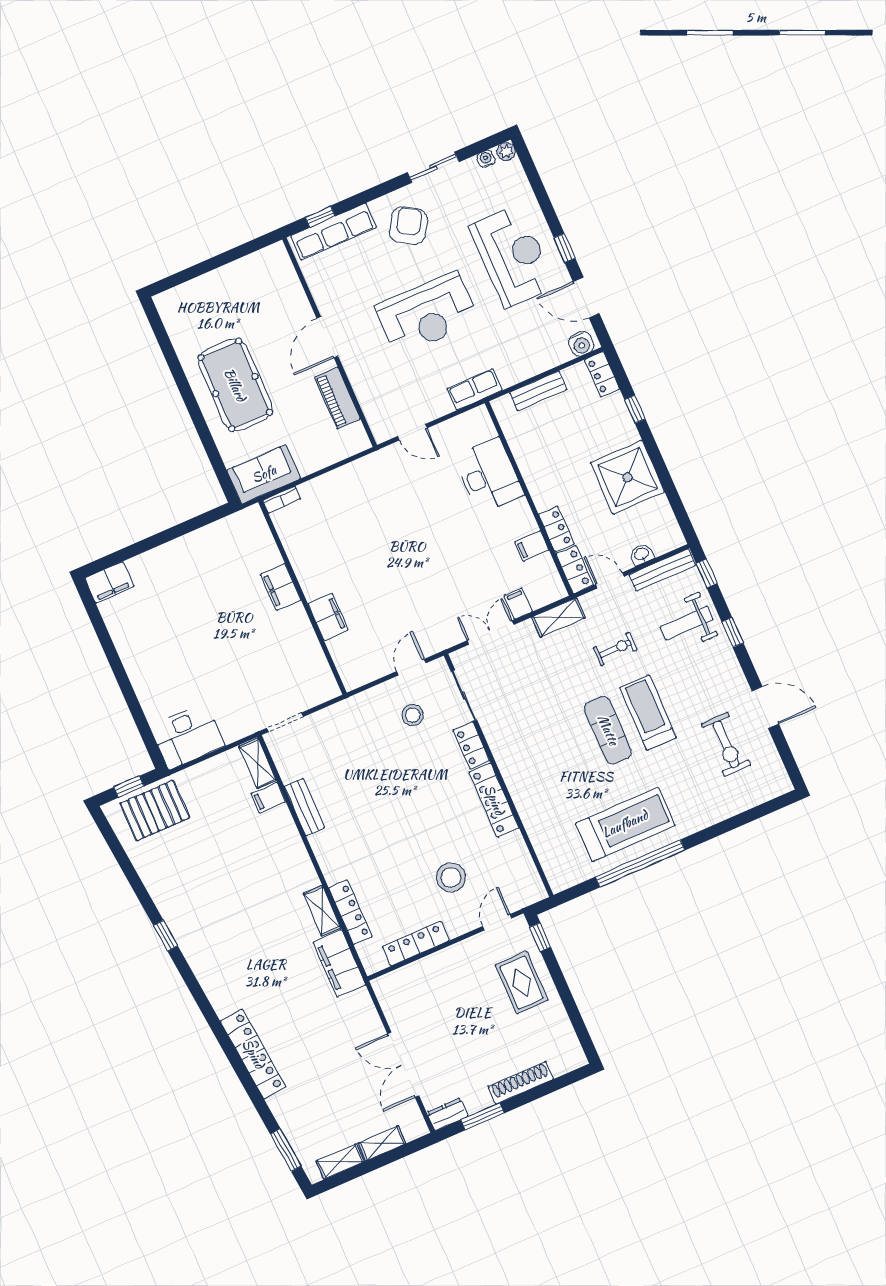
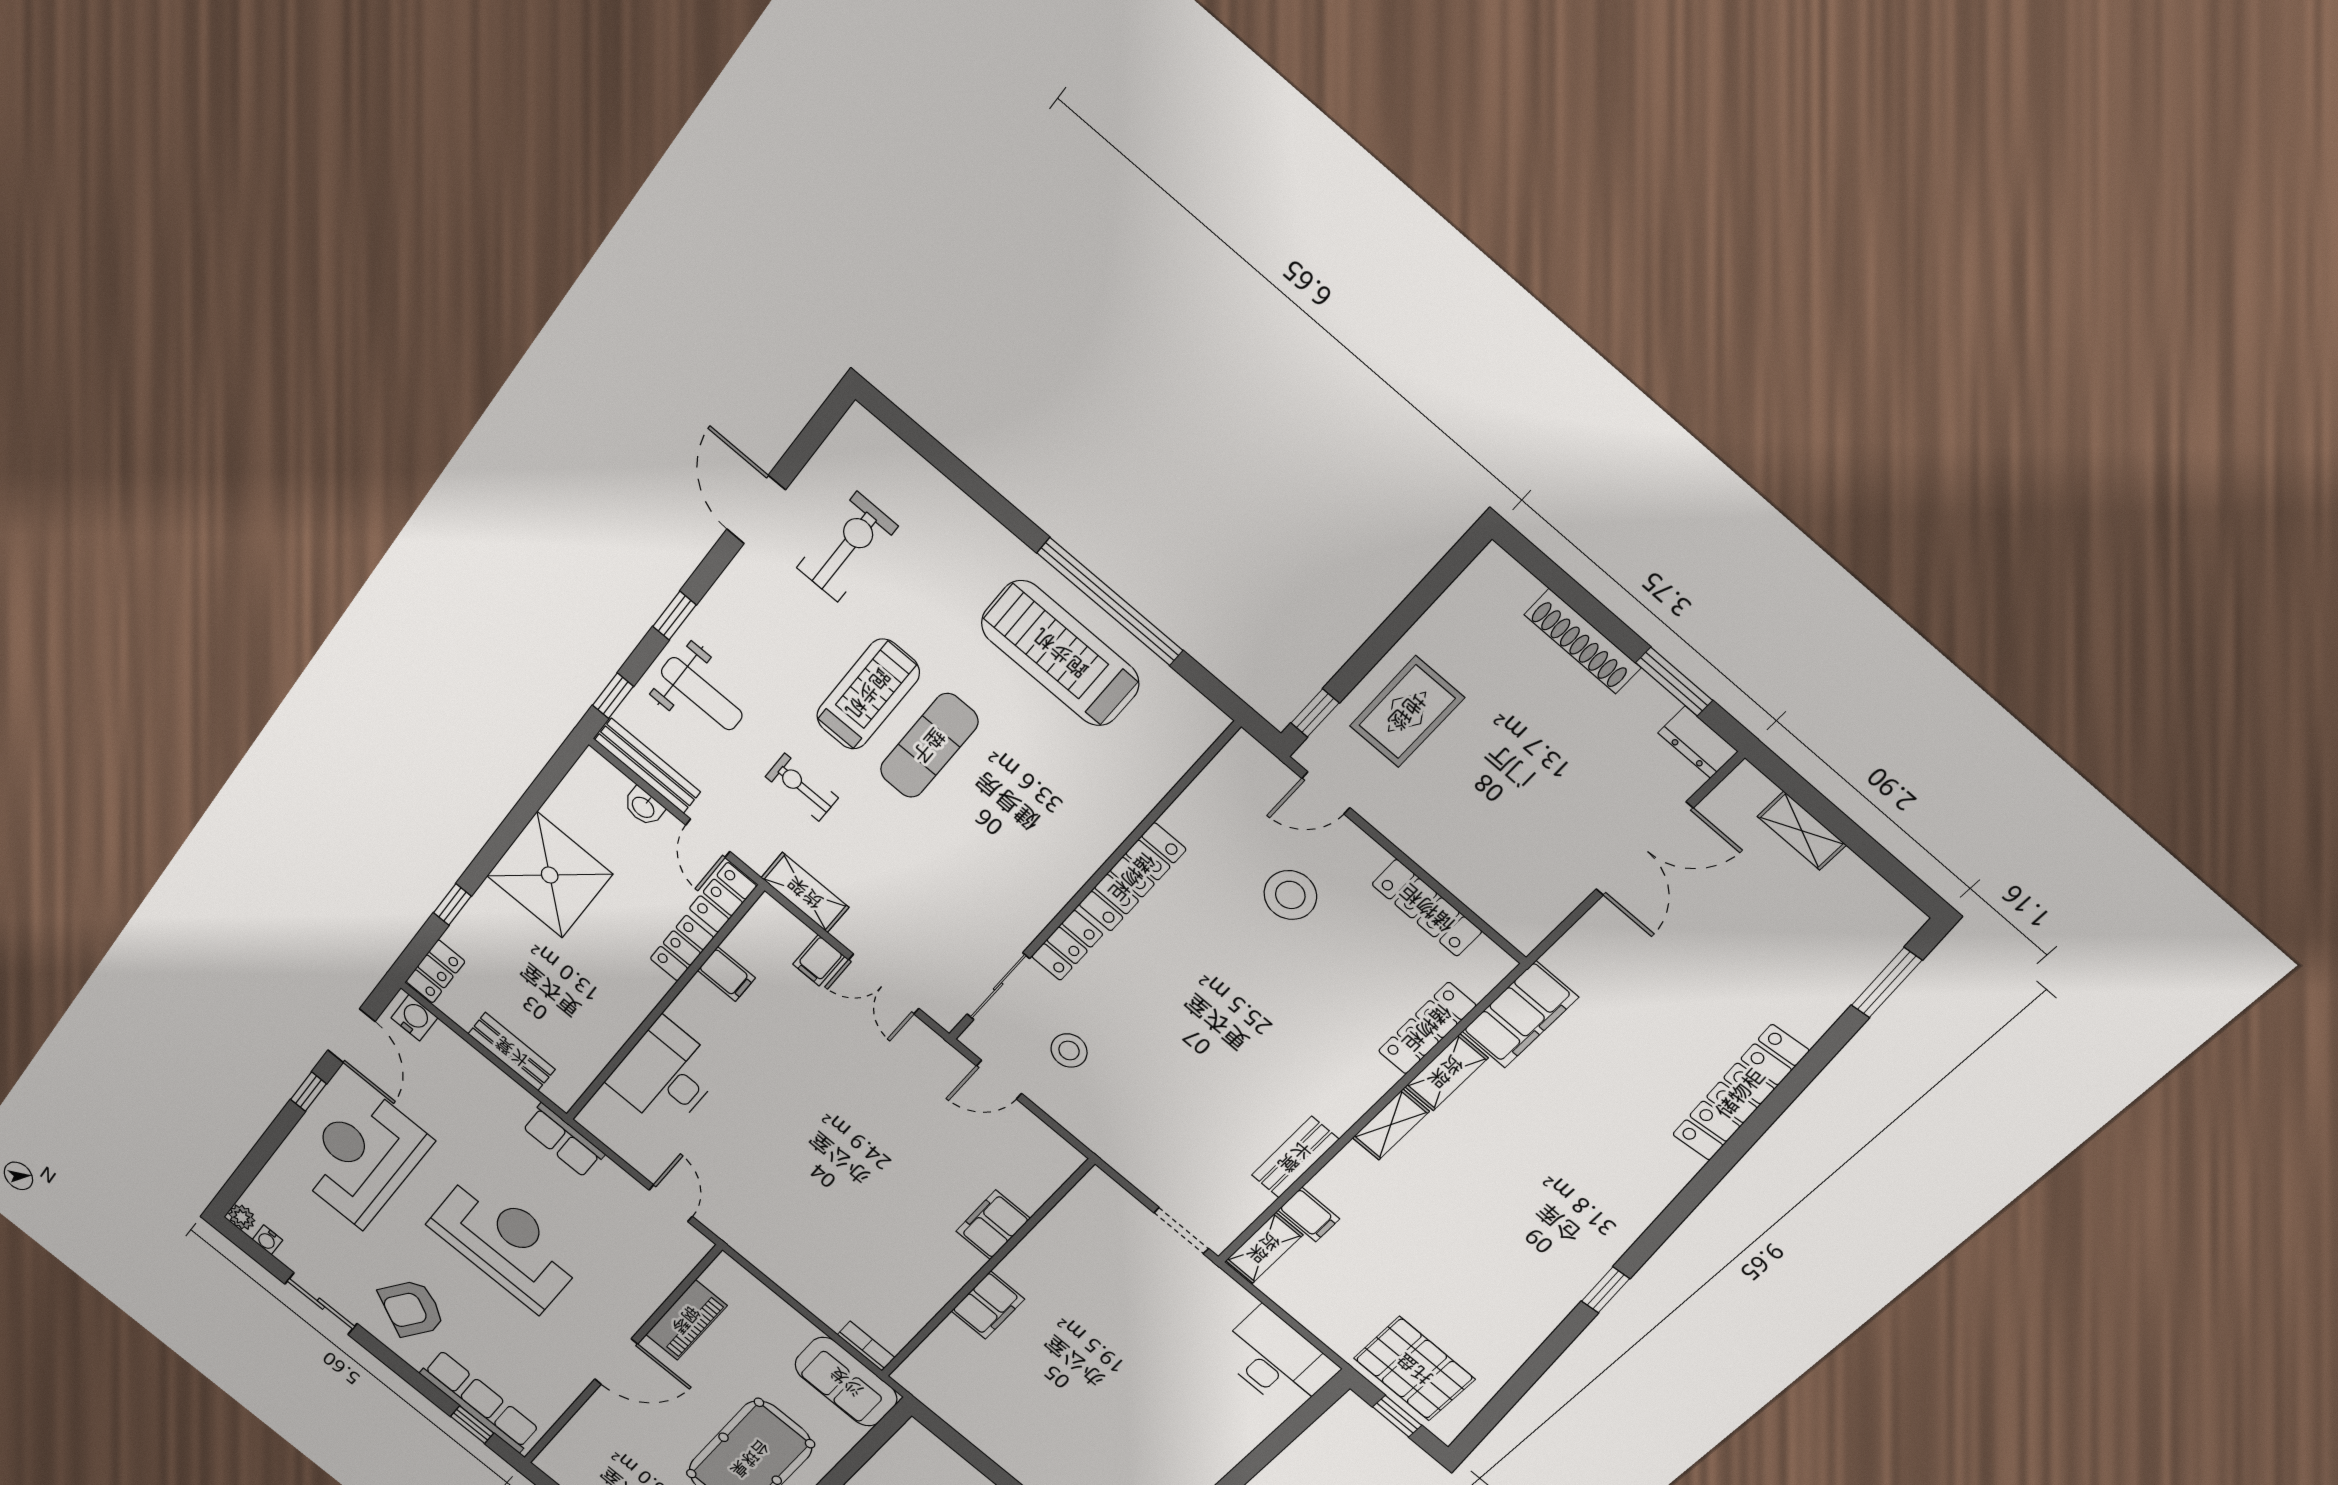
treadmill: (648, 713) -> (868, 694), turned 180
shelving: (340, 1162) -> (1391, 1125), moved, turned 90

